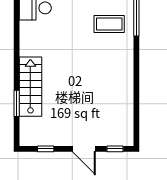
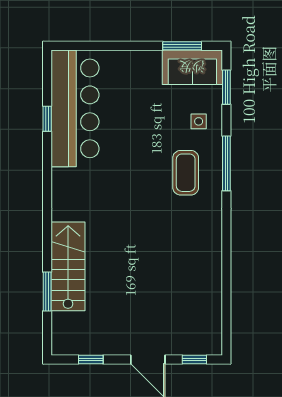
coffee table: (109, 24) -> (186, 173), turned 90

